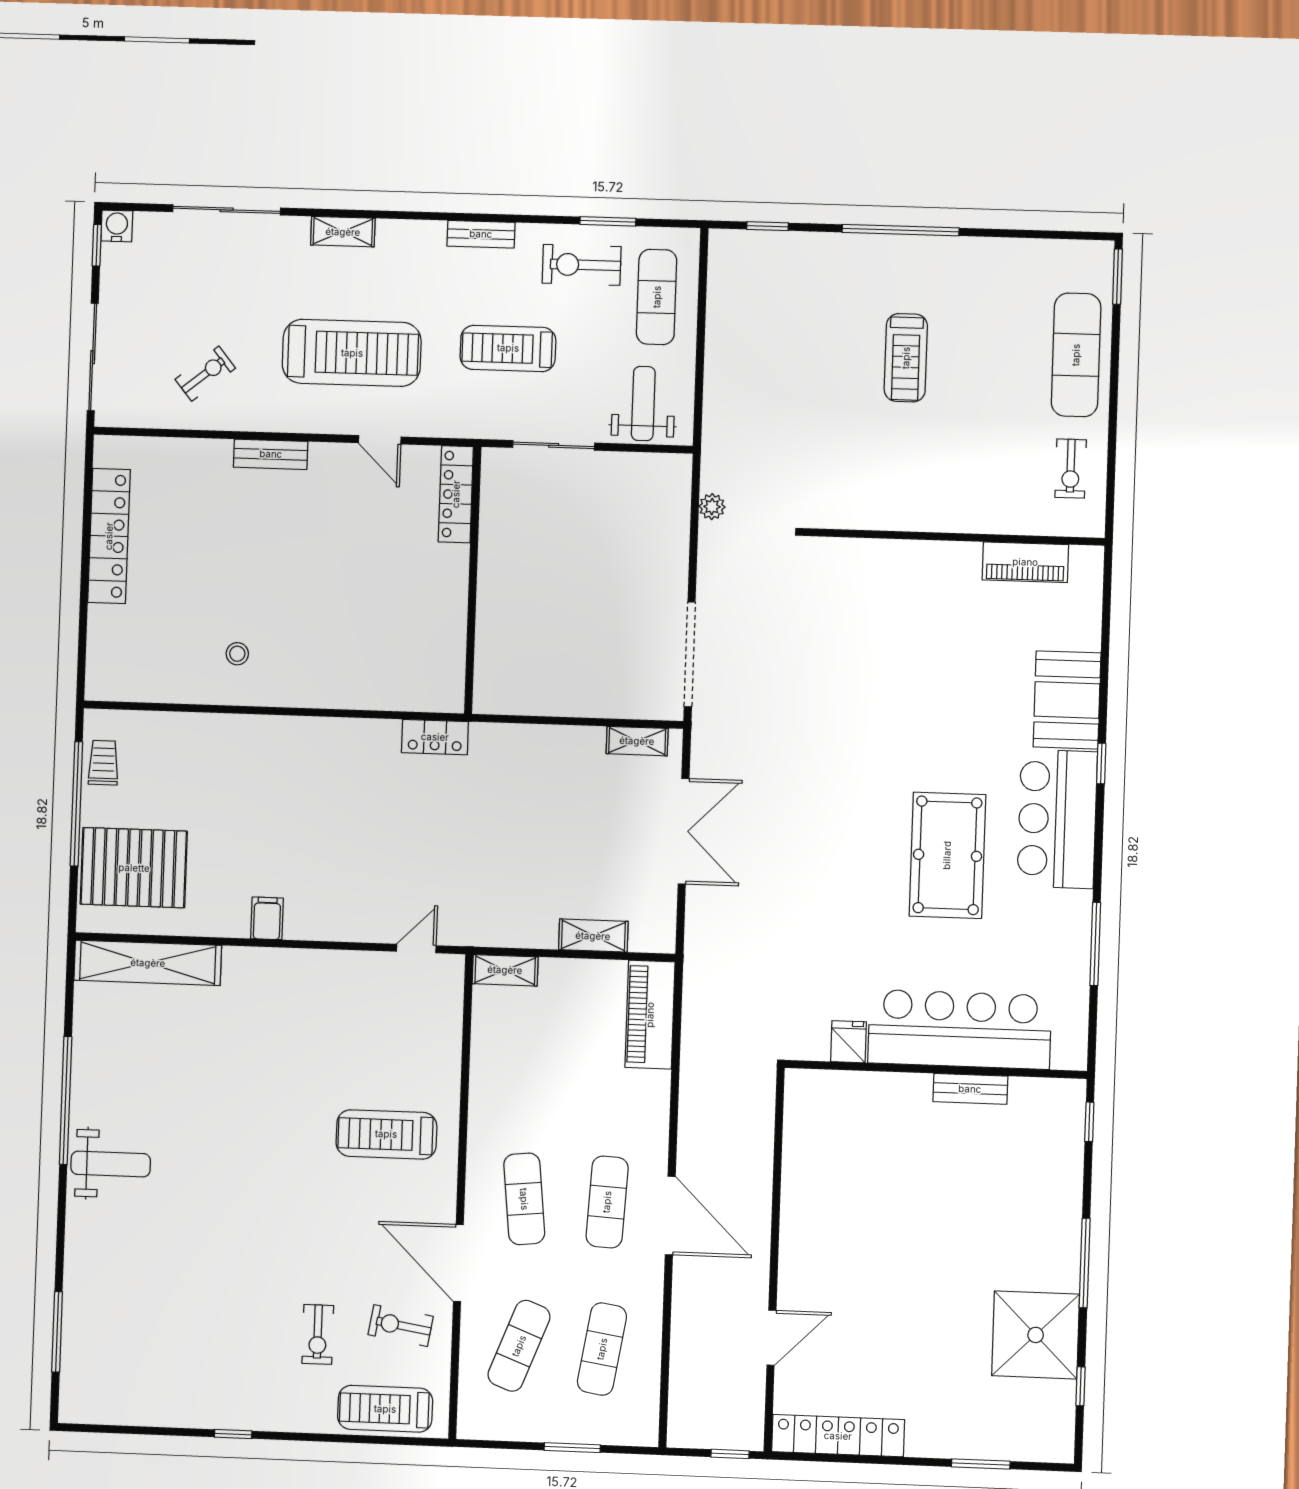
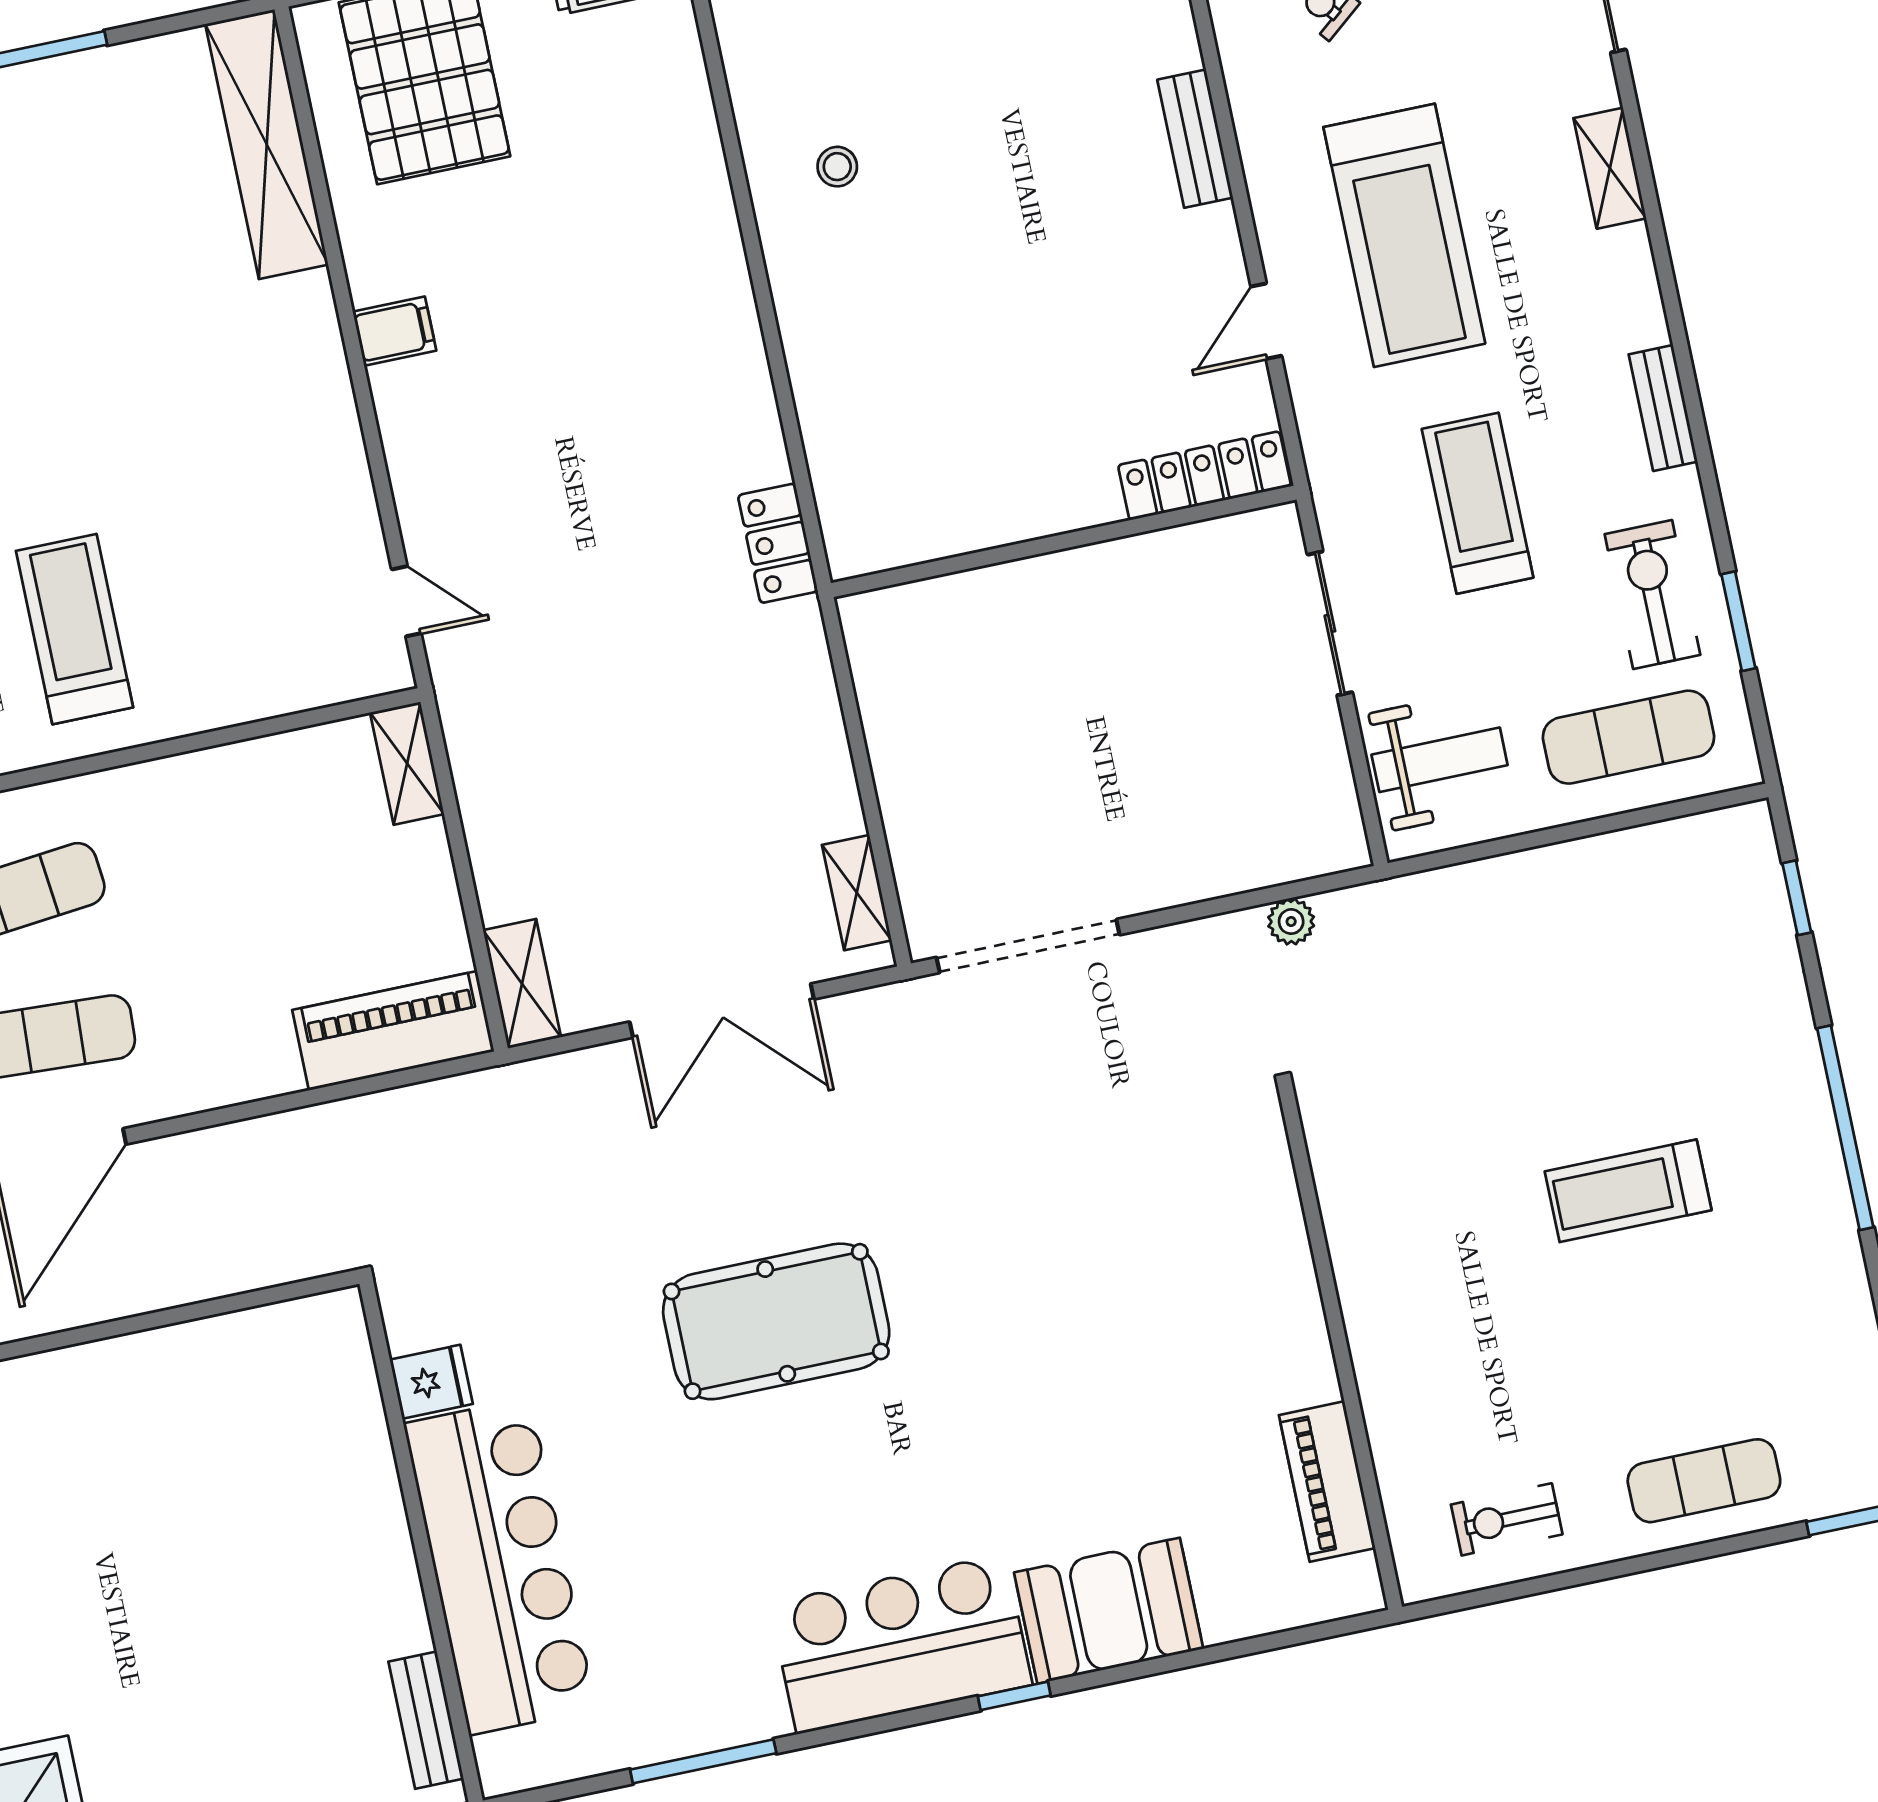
exercise mat: (1076, 355) -> (1704, 1481), width x0.73, depth x0.69
pool table: (947, 855) -> (776, 1321), moved
shelving: (593, 936) -> (522, 984), moved
bench: (970, 1089) -> (426, 1720), moved

